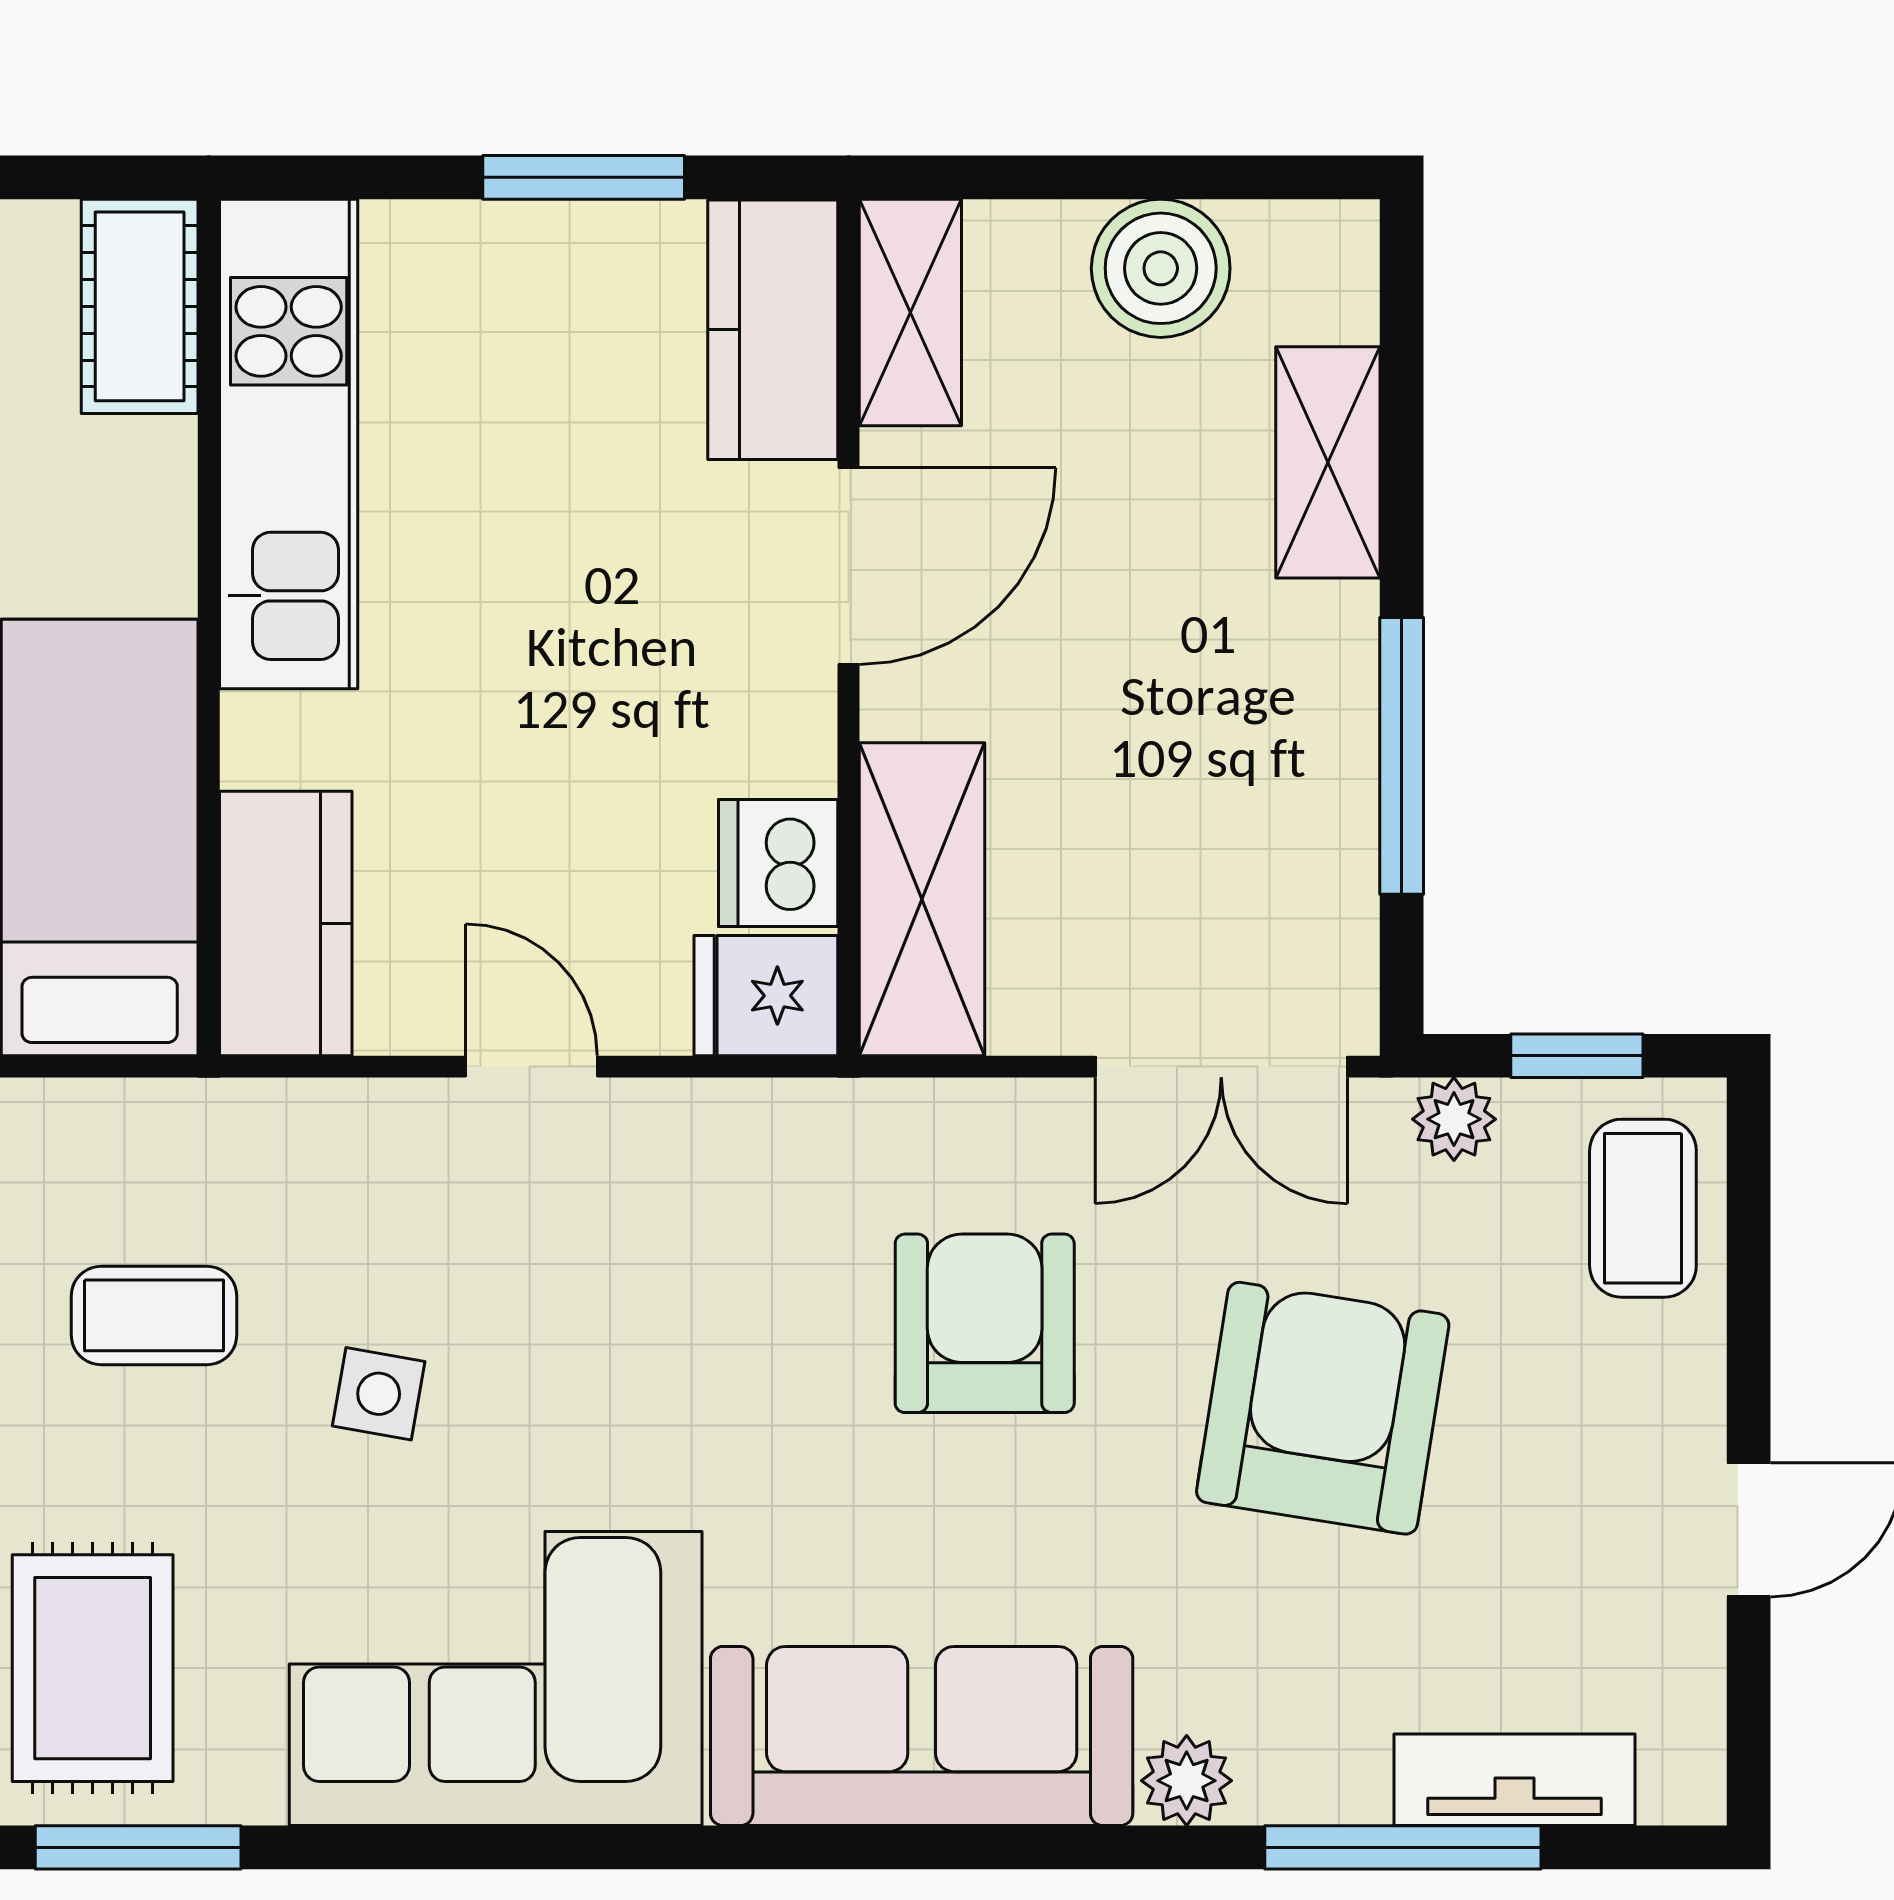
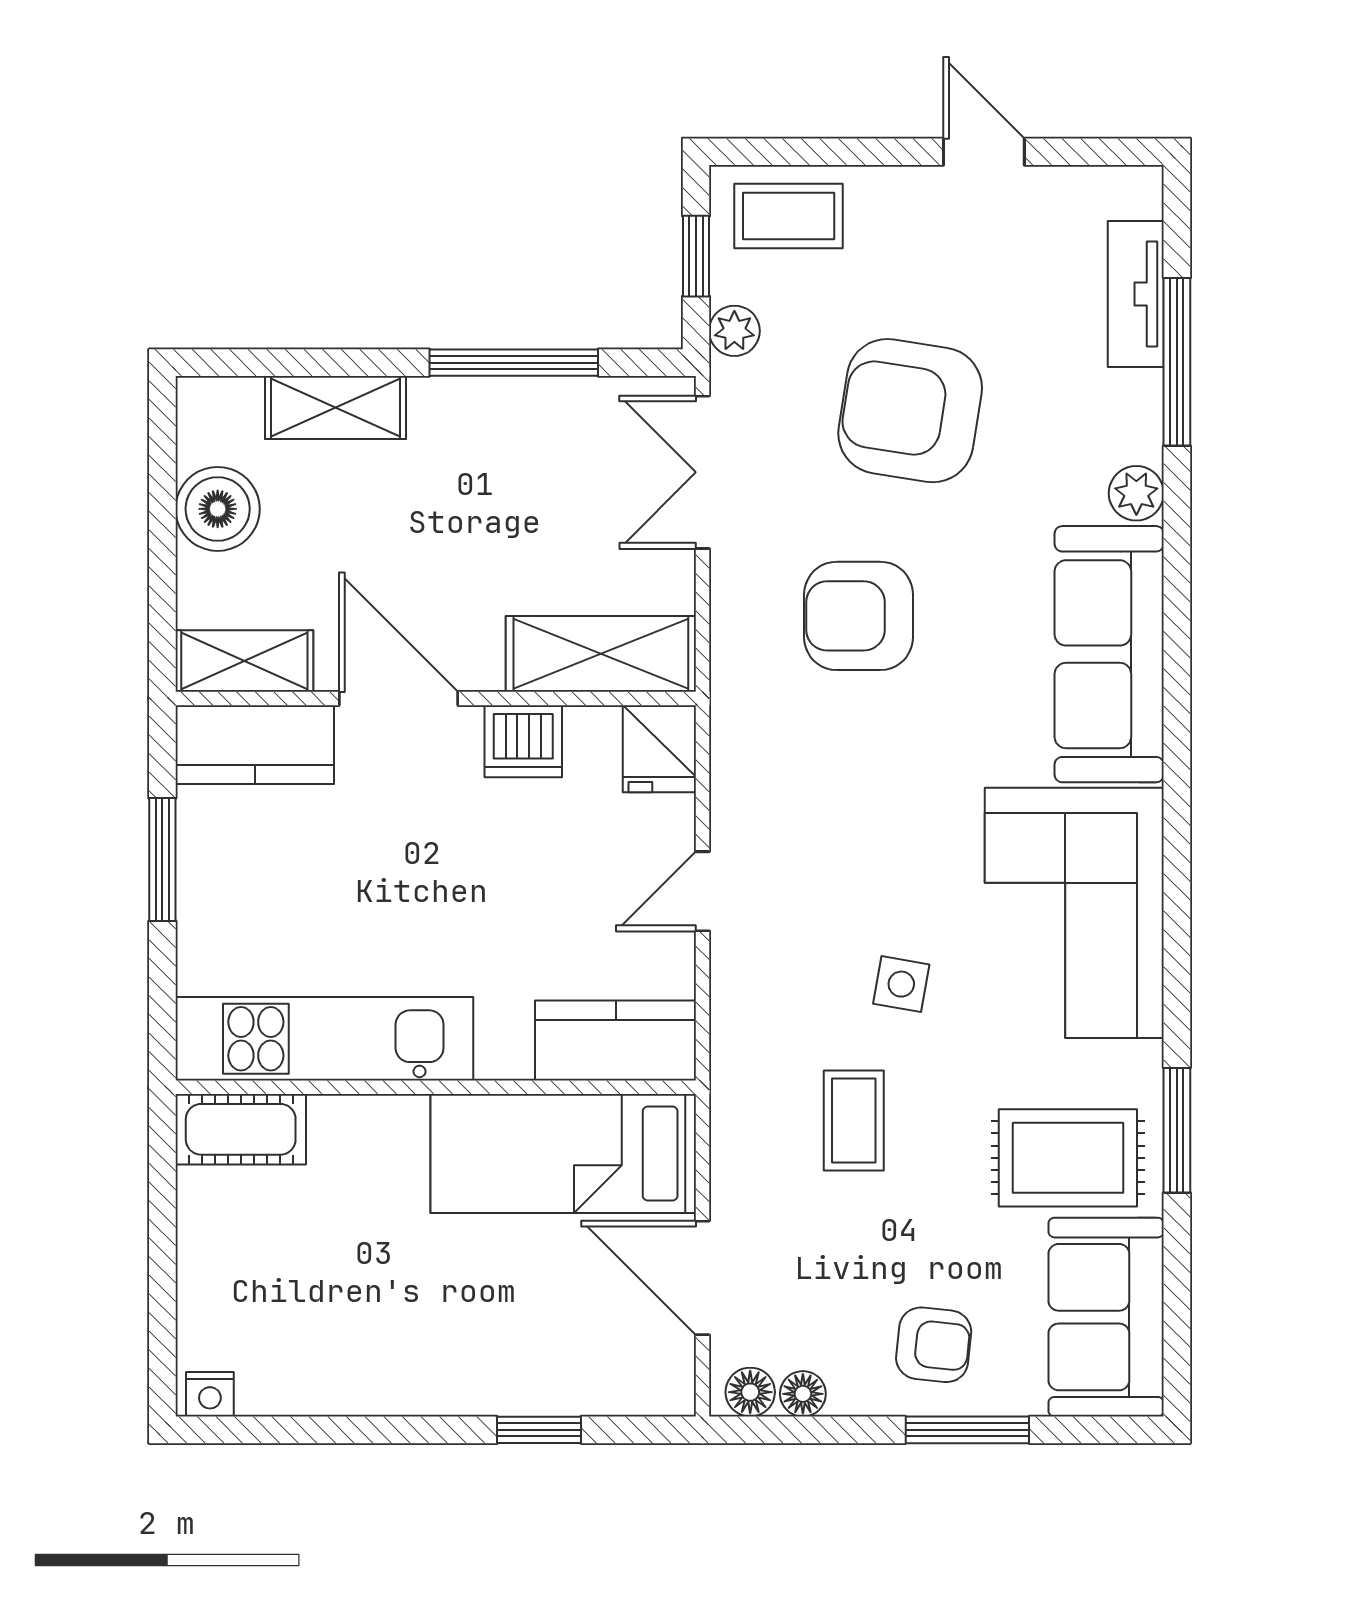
dishwasher: (778, 863) -> (523, 741), moved
double door: (1221, 1067) -> (703, 472), swing flipped

